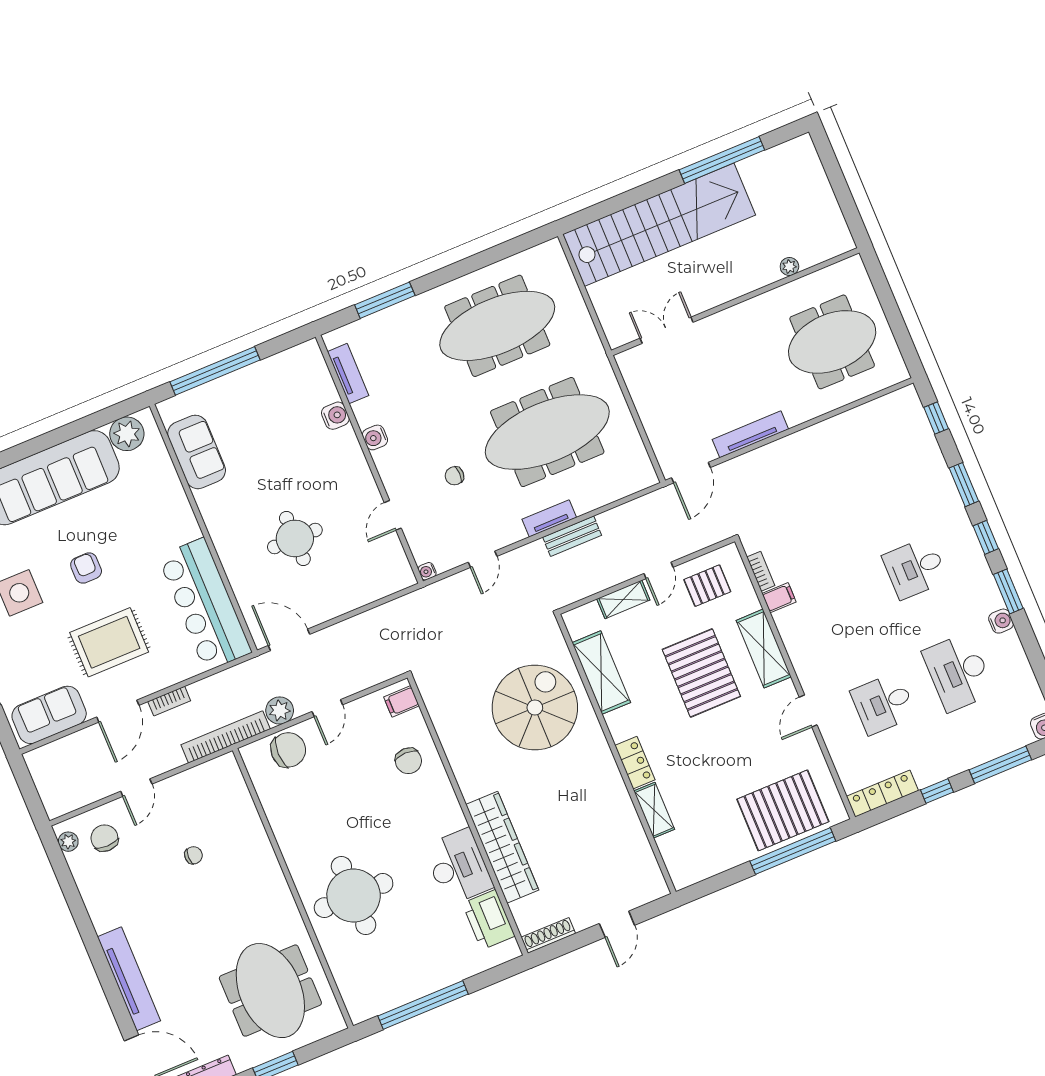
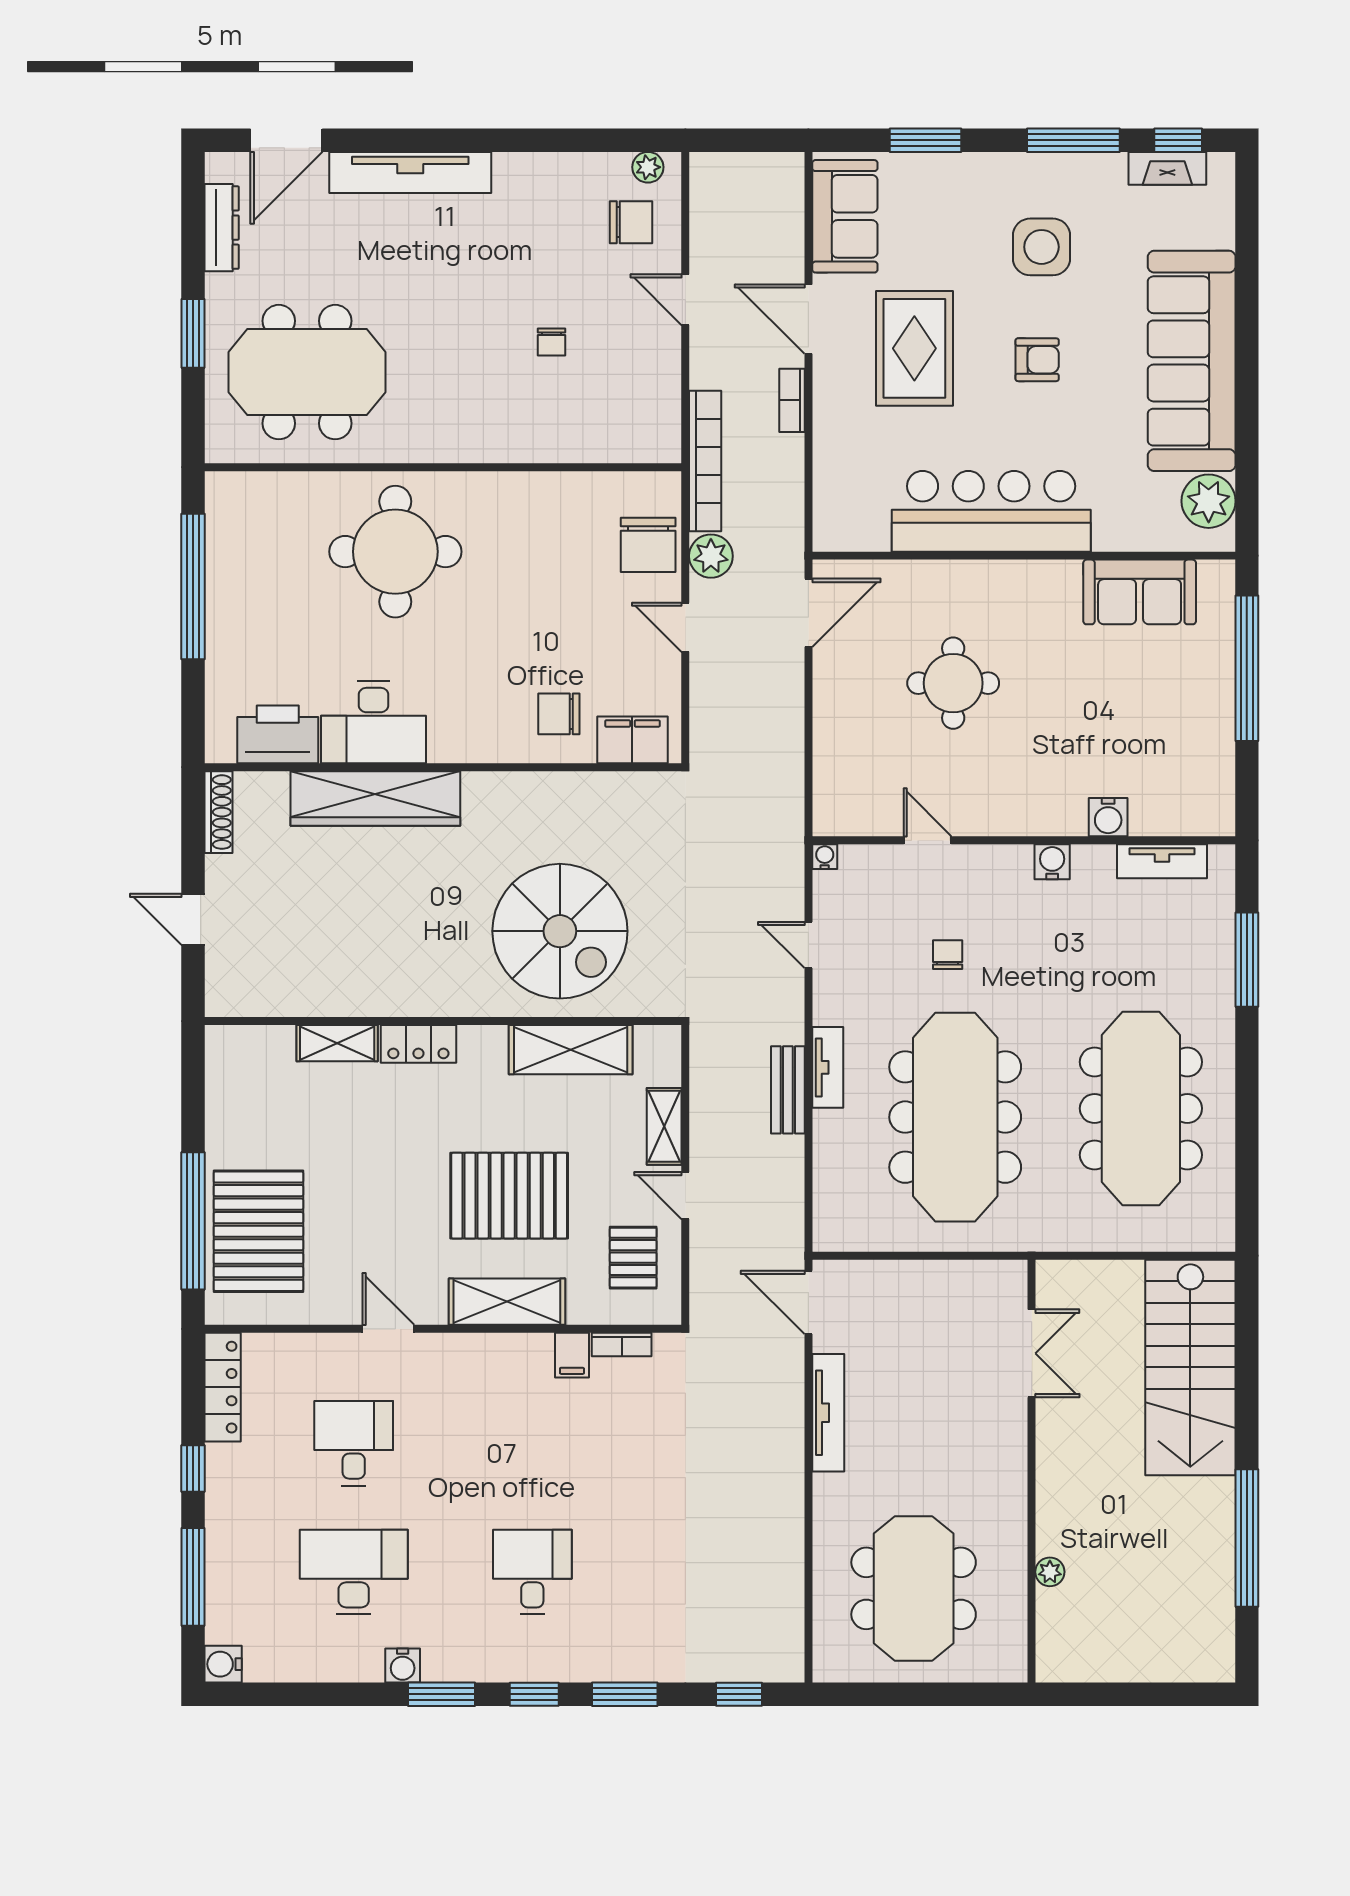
stairs: (659, 225) -> (1190, 1367), width x0.73
bar counter: (205, 604) -> (991, 511), moved
filing cabinet: (402, 701) -> (632, 740), width x2.00

